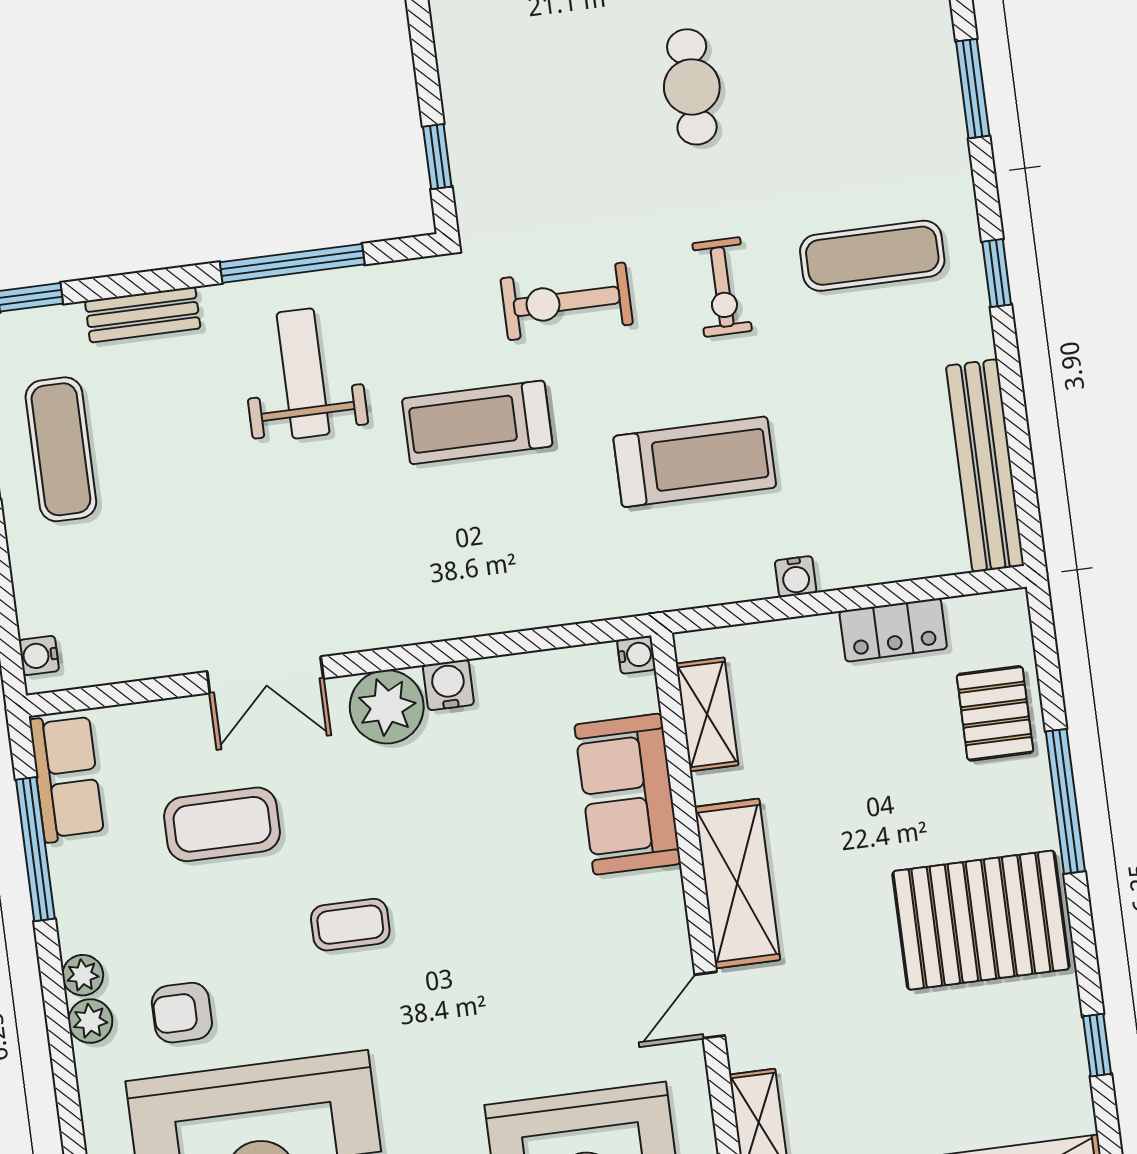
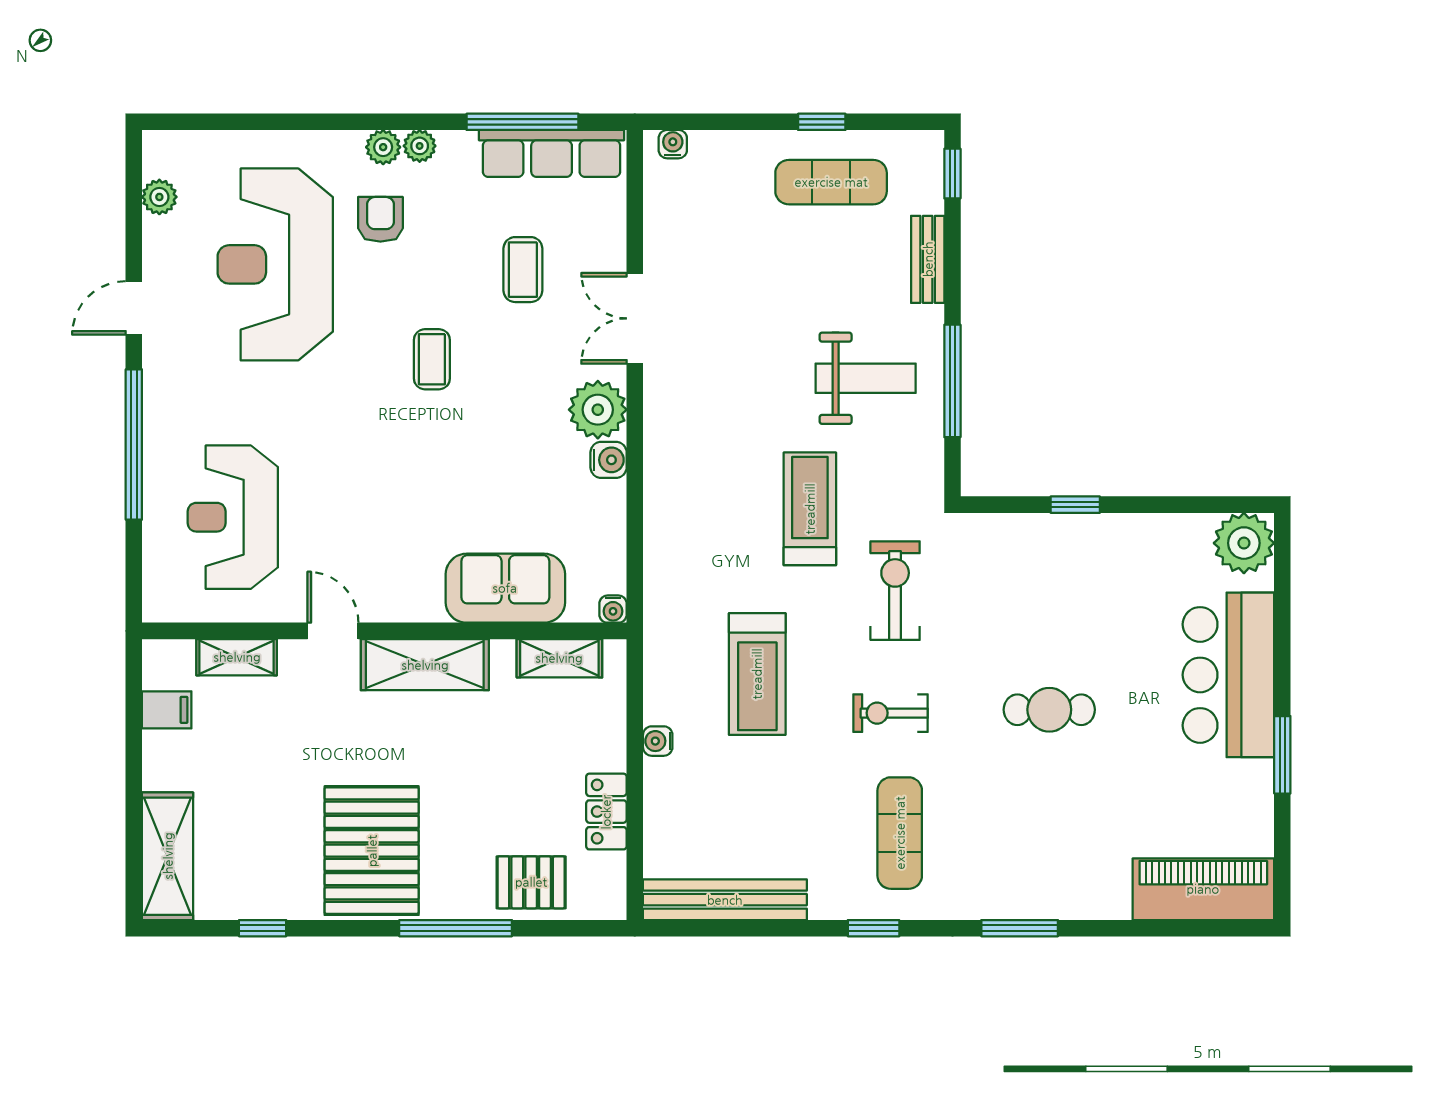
window: (437, 157) -> (1075, 505), moved
row of seats: (67, 778) -> (552, 153), width x1.48
coffee table: (222, 824) -> (523, 270), width x0.73, depth x0.77

